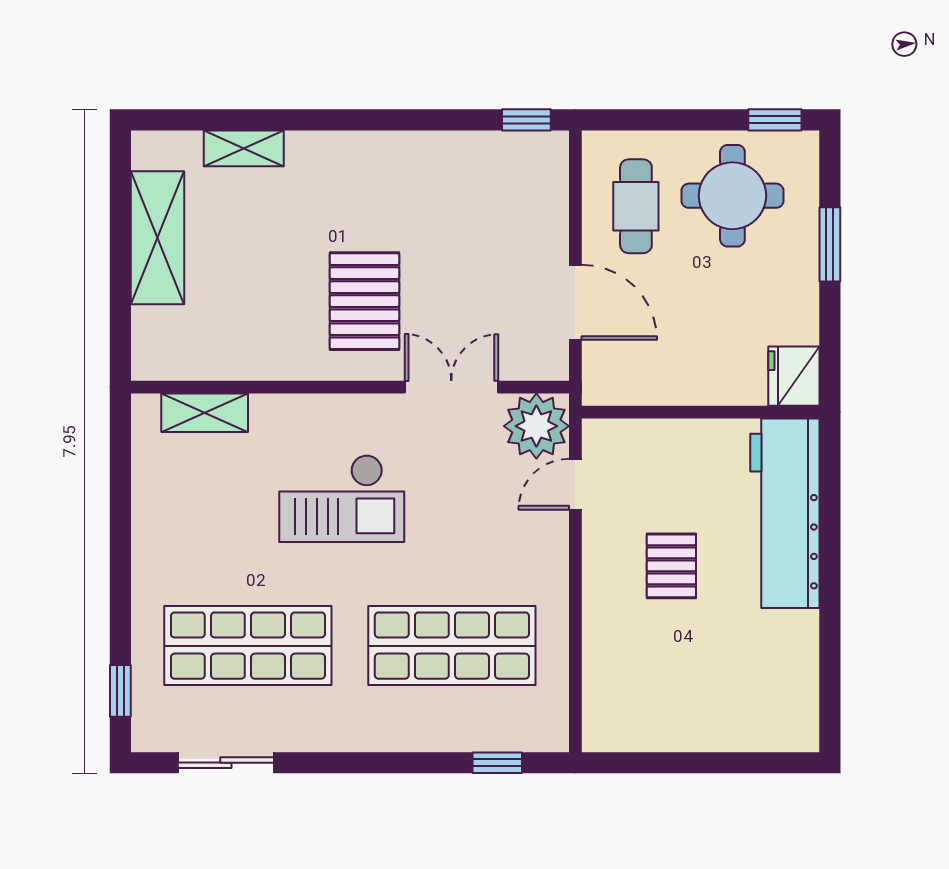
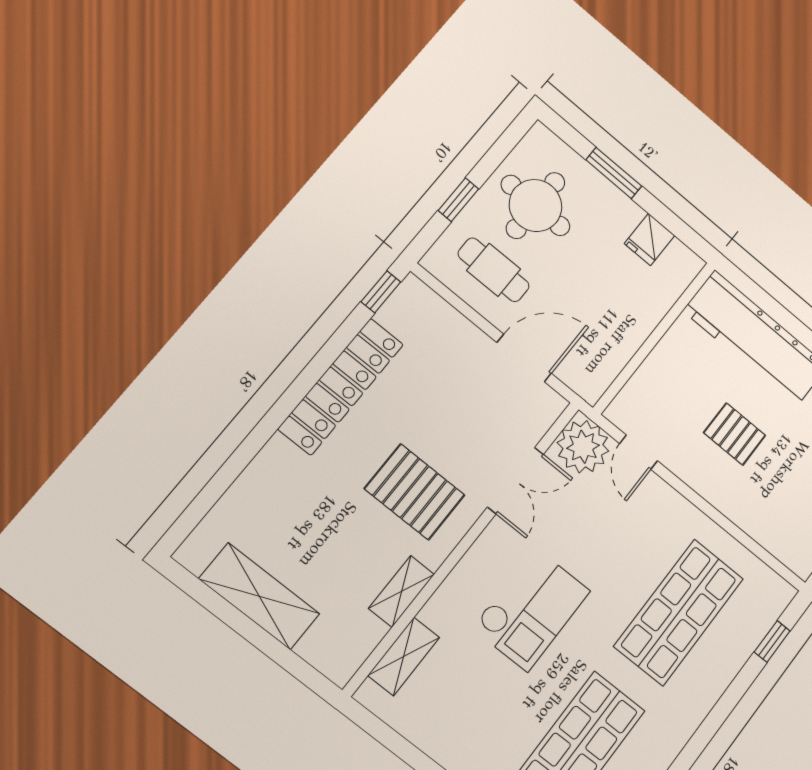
window: (775, 120) -> (458, 200), moved
shelving: (244, 148) -> (401, 591), moved
locker: (408, 155) -> (341, 386), added
fridge: (794, 376) -> (650, 239), moved, width x0.72
double door: (451, 387) -> (516, 481), swing flipped

